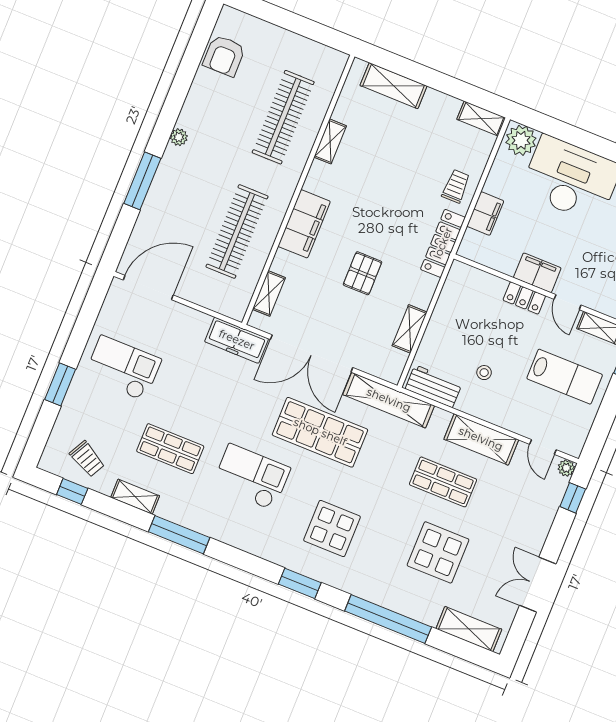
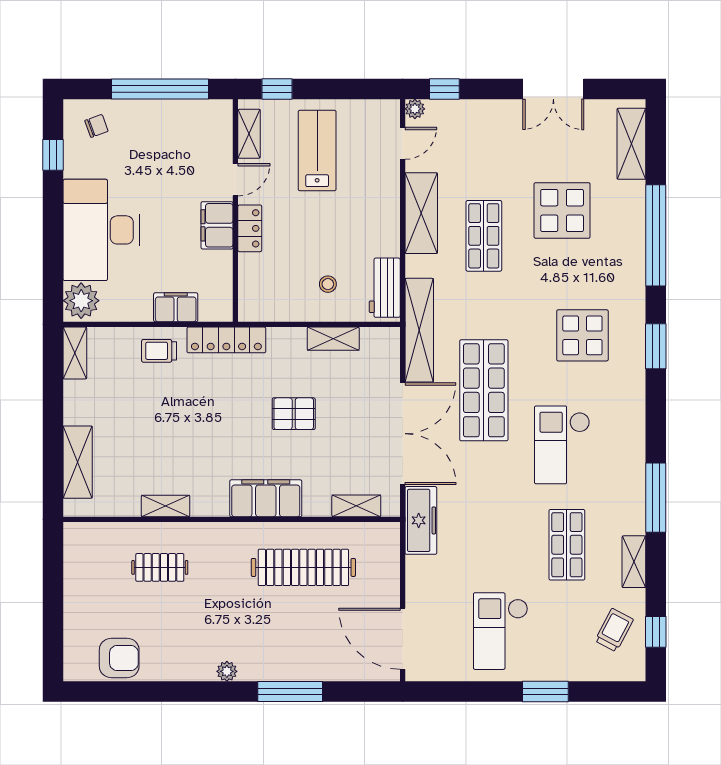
clothes rail: (283, 117) -> (160, 567), width x0.54, depth x0.76
stool: (484, 373) -> (328, 284), moved

